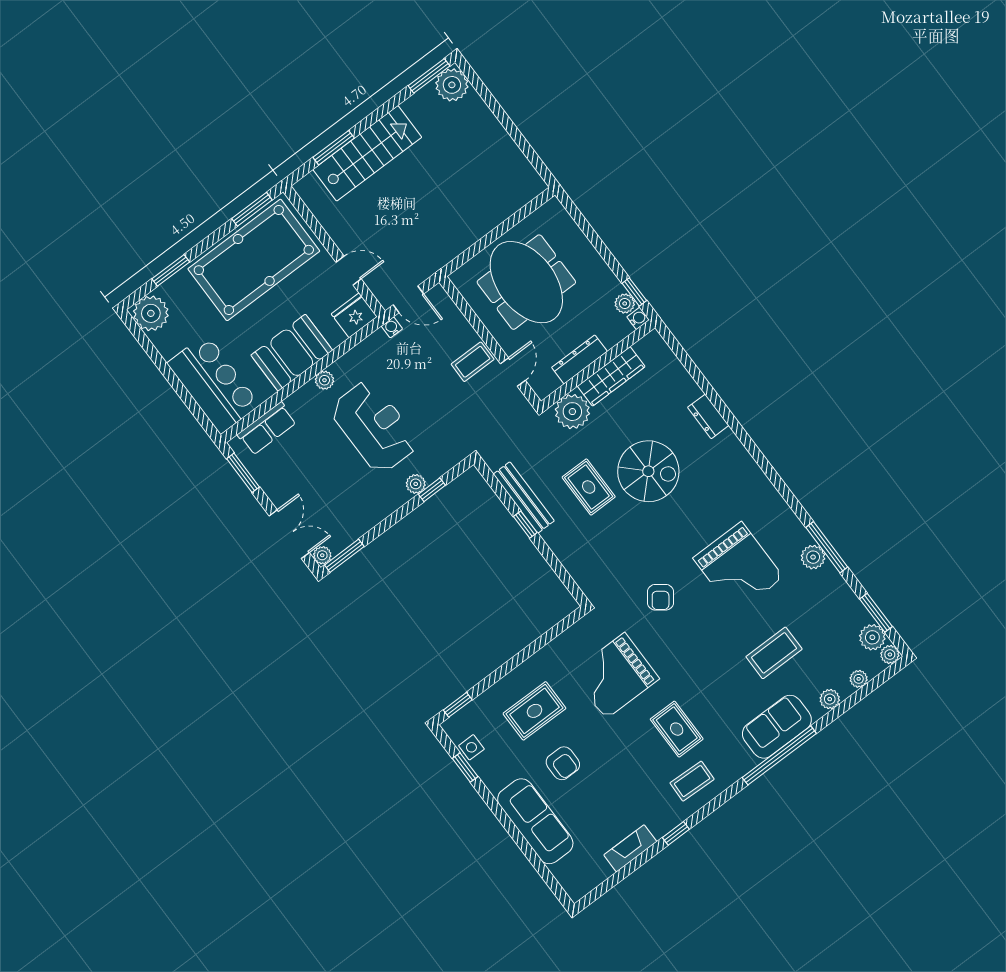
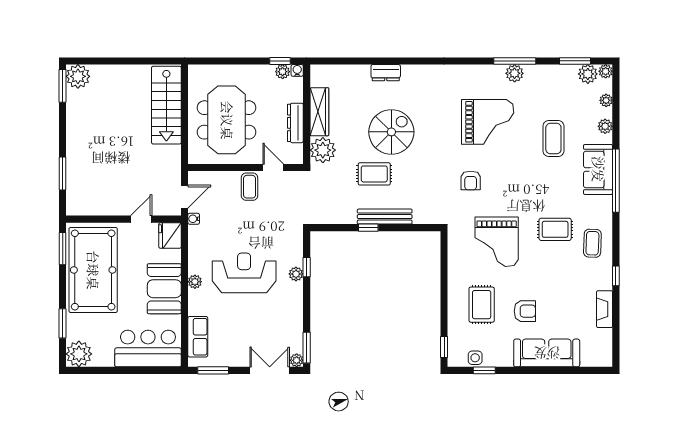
stairs: (367, 153) -> (166, 105), moved, turned 180
meeting table: (526, 282) -> (227, 120), turned 90
bench: (524, 497) -> (385, 217), moved
armchair: (661, 597) -> (471, 180), turned 53

